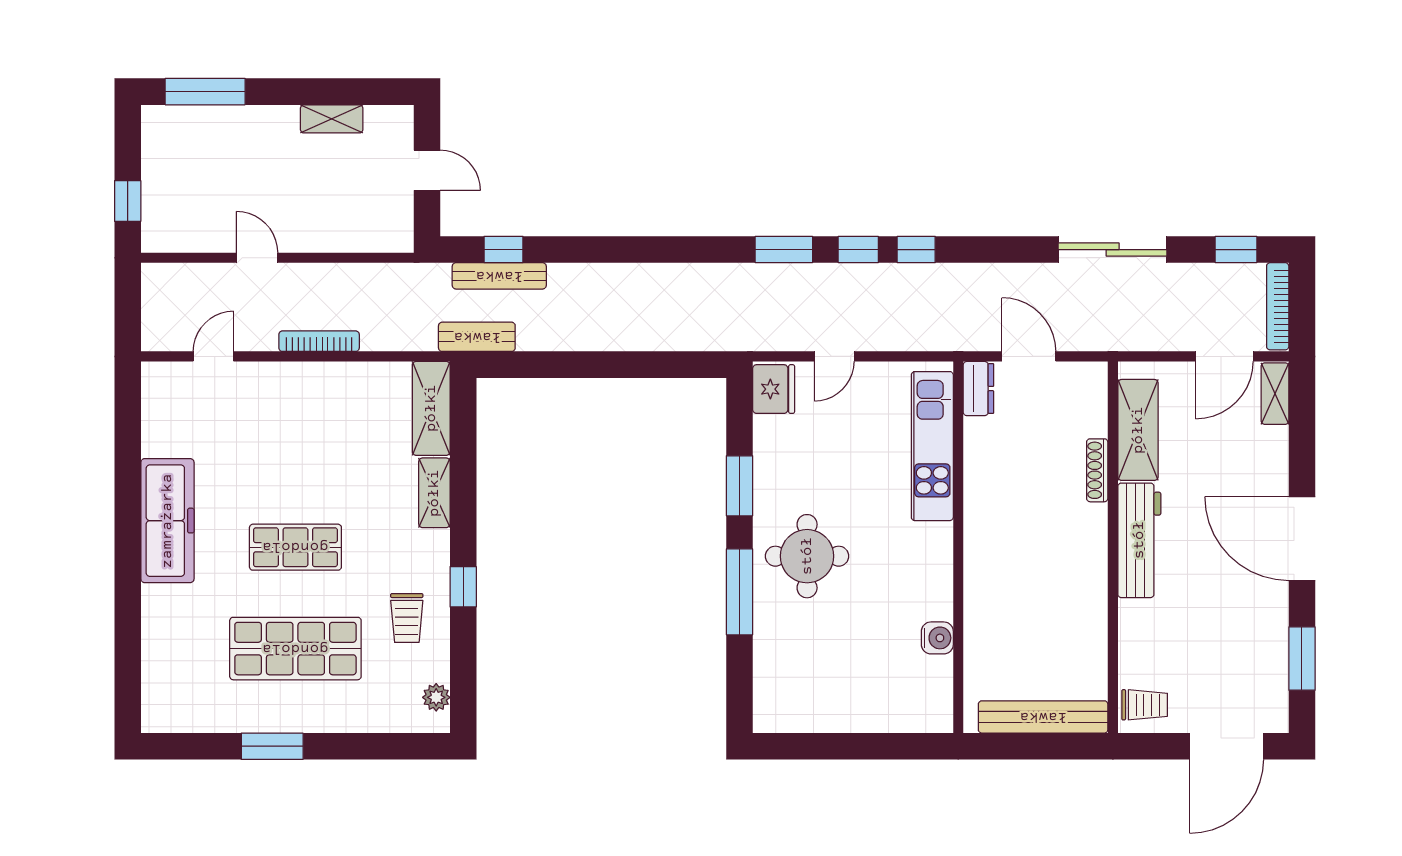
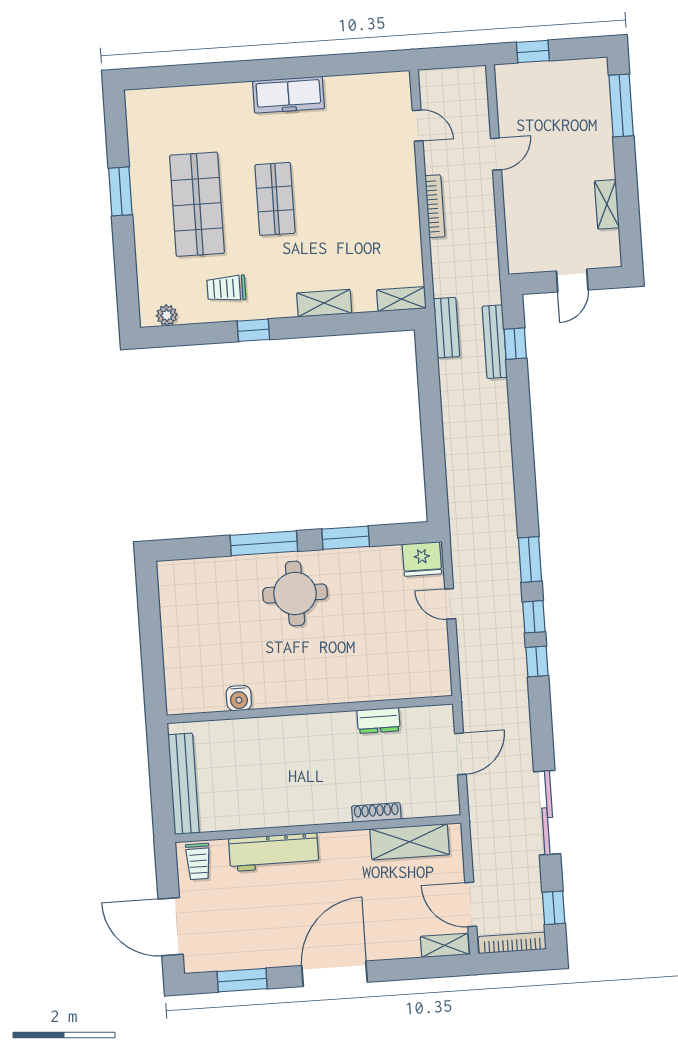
dresser: (978, 389) -> (378, 720), moved
shelving: (431, 408) -> (401, 299), width x0.67, depth x0.75
kitchen unit: (932, 446) -> (386, 684), removed
freezer: (167, 521) -> (288, 95), width x0.73, depth x0.79
workbench: (1139, 540) -> (274, 852), moved

